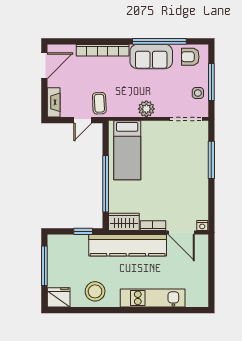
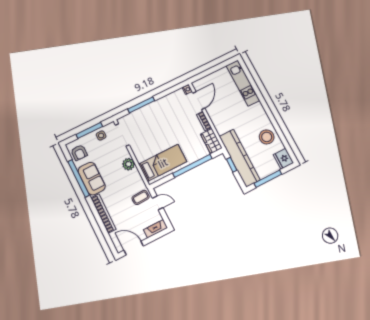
kitchen counter: (128, 245) -> (240, 158), moved
kitchen unit: (153, 298) -> (243, 83), moved

